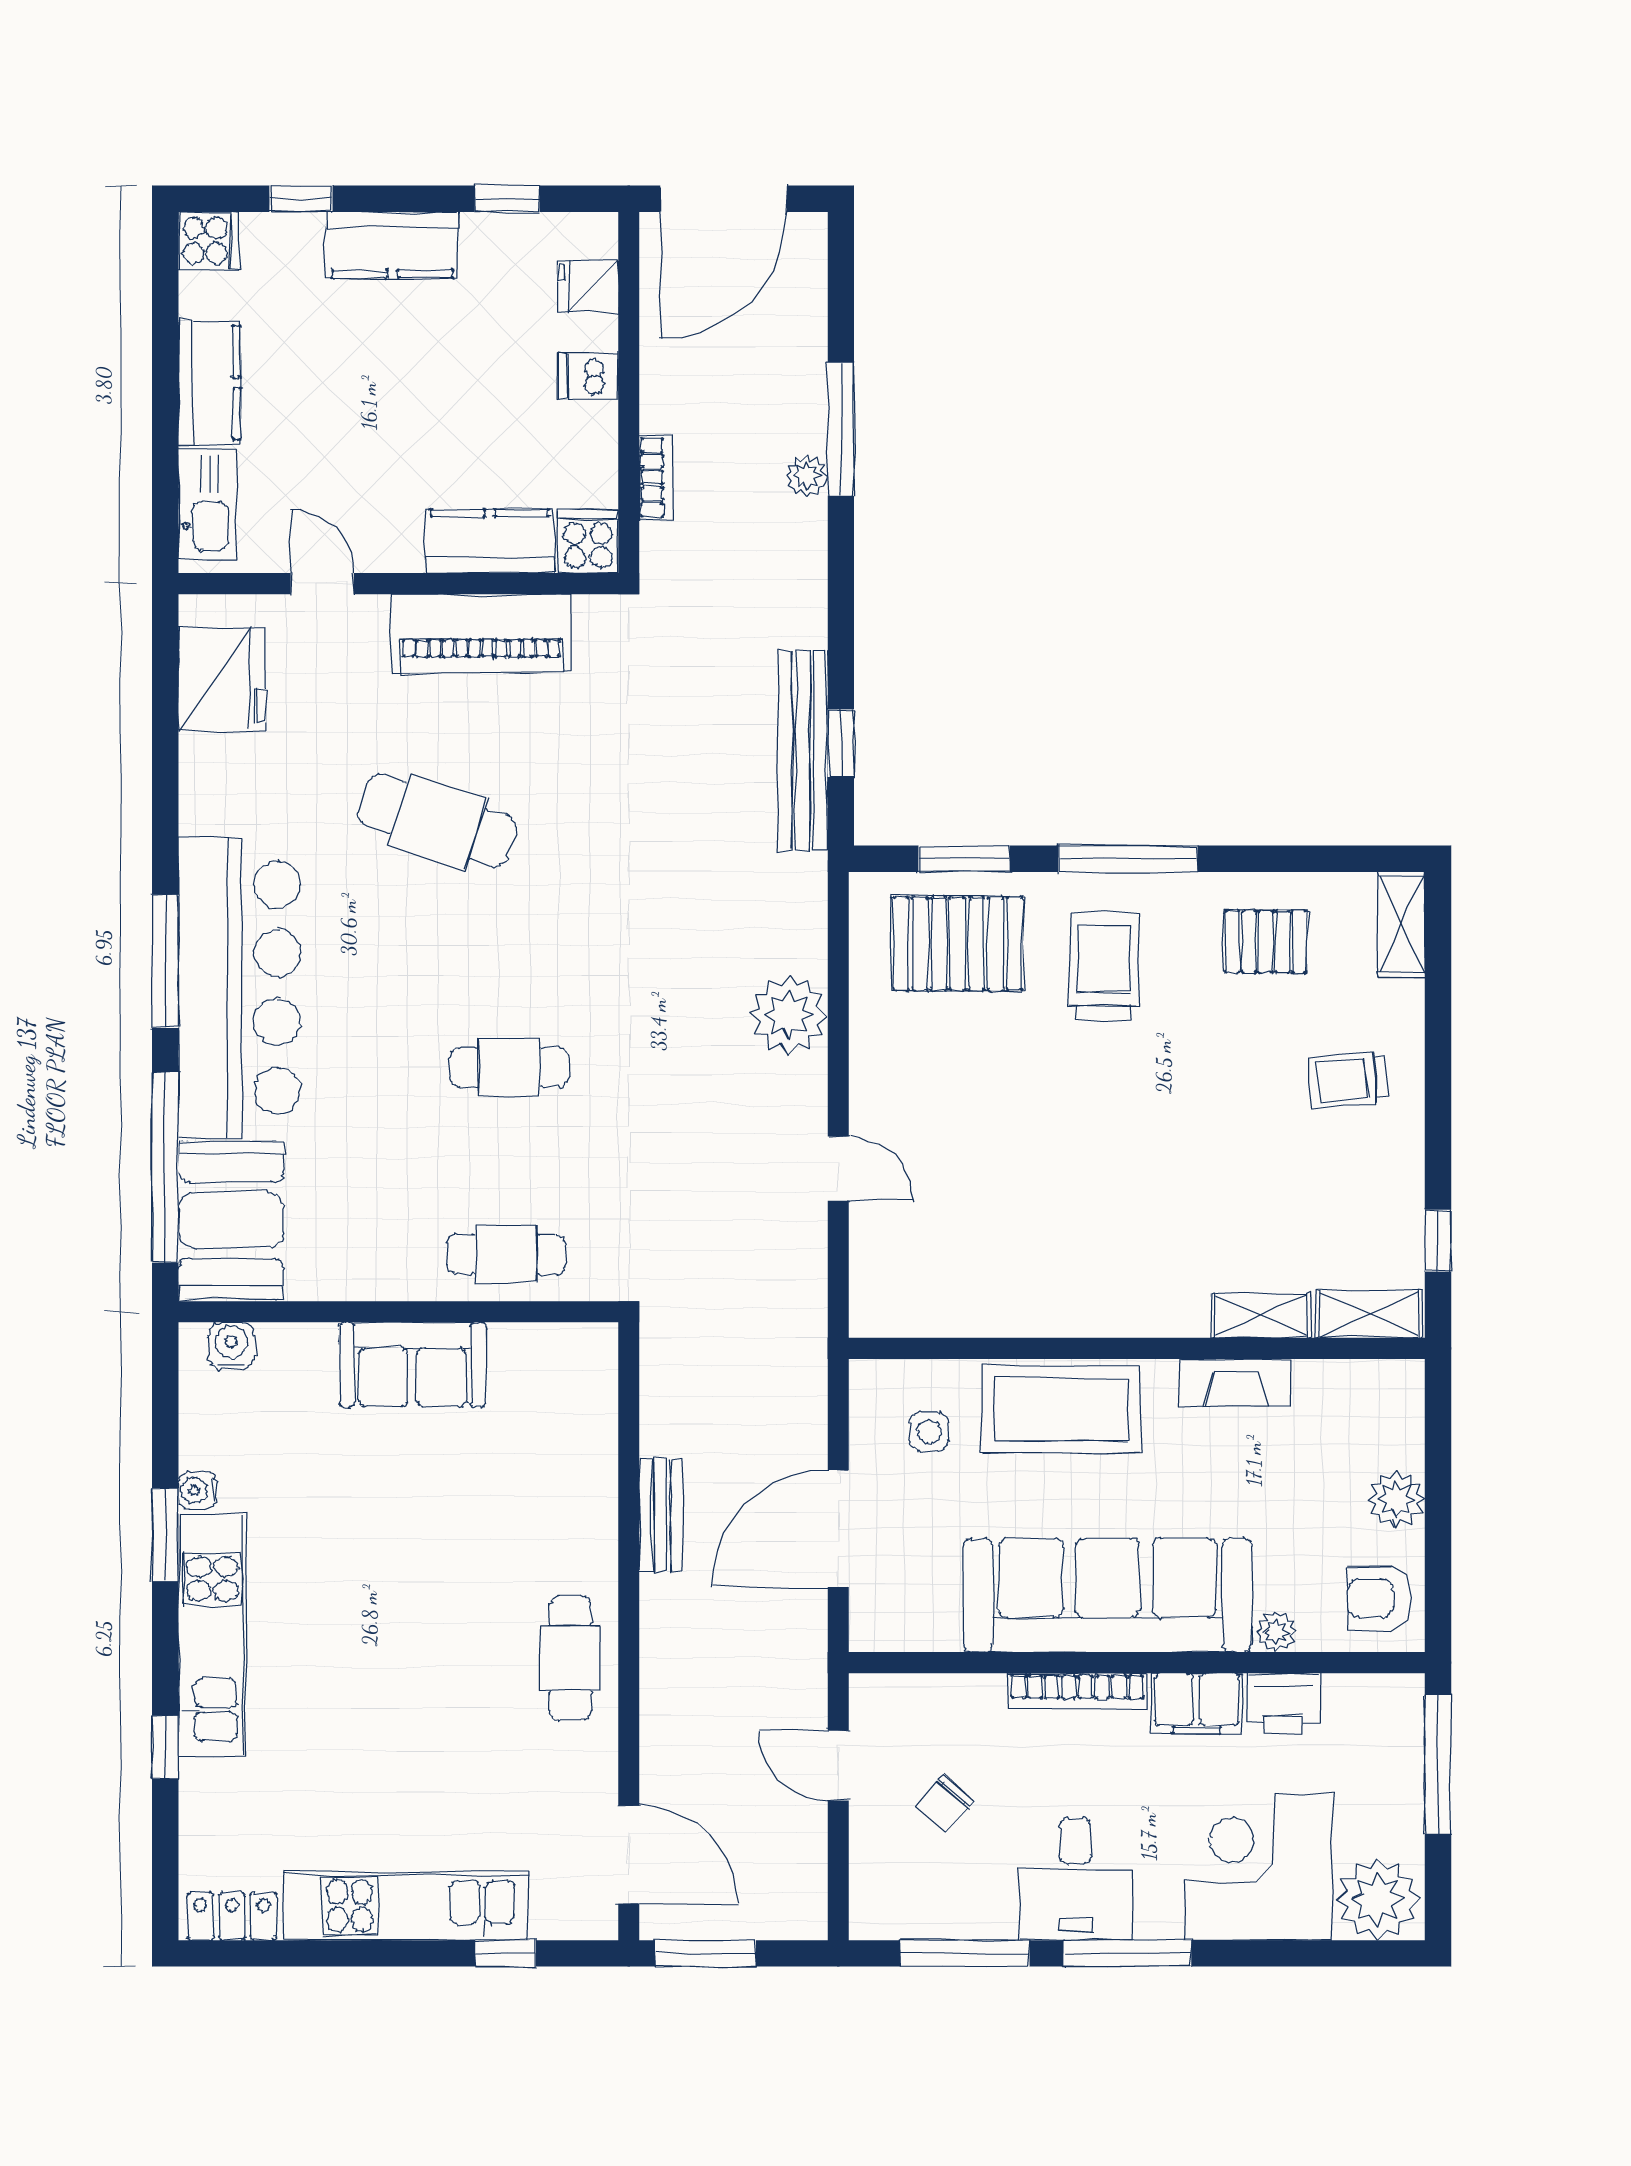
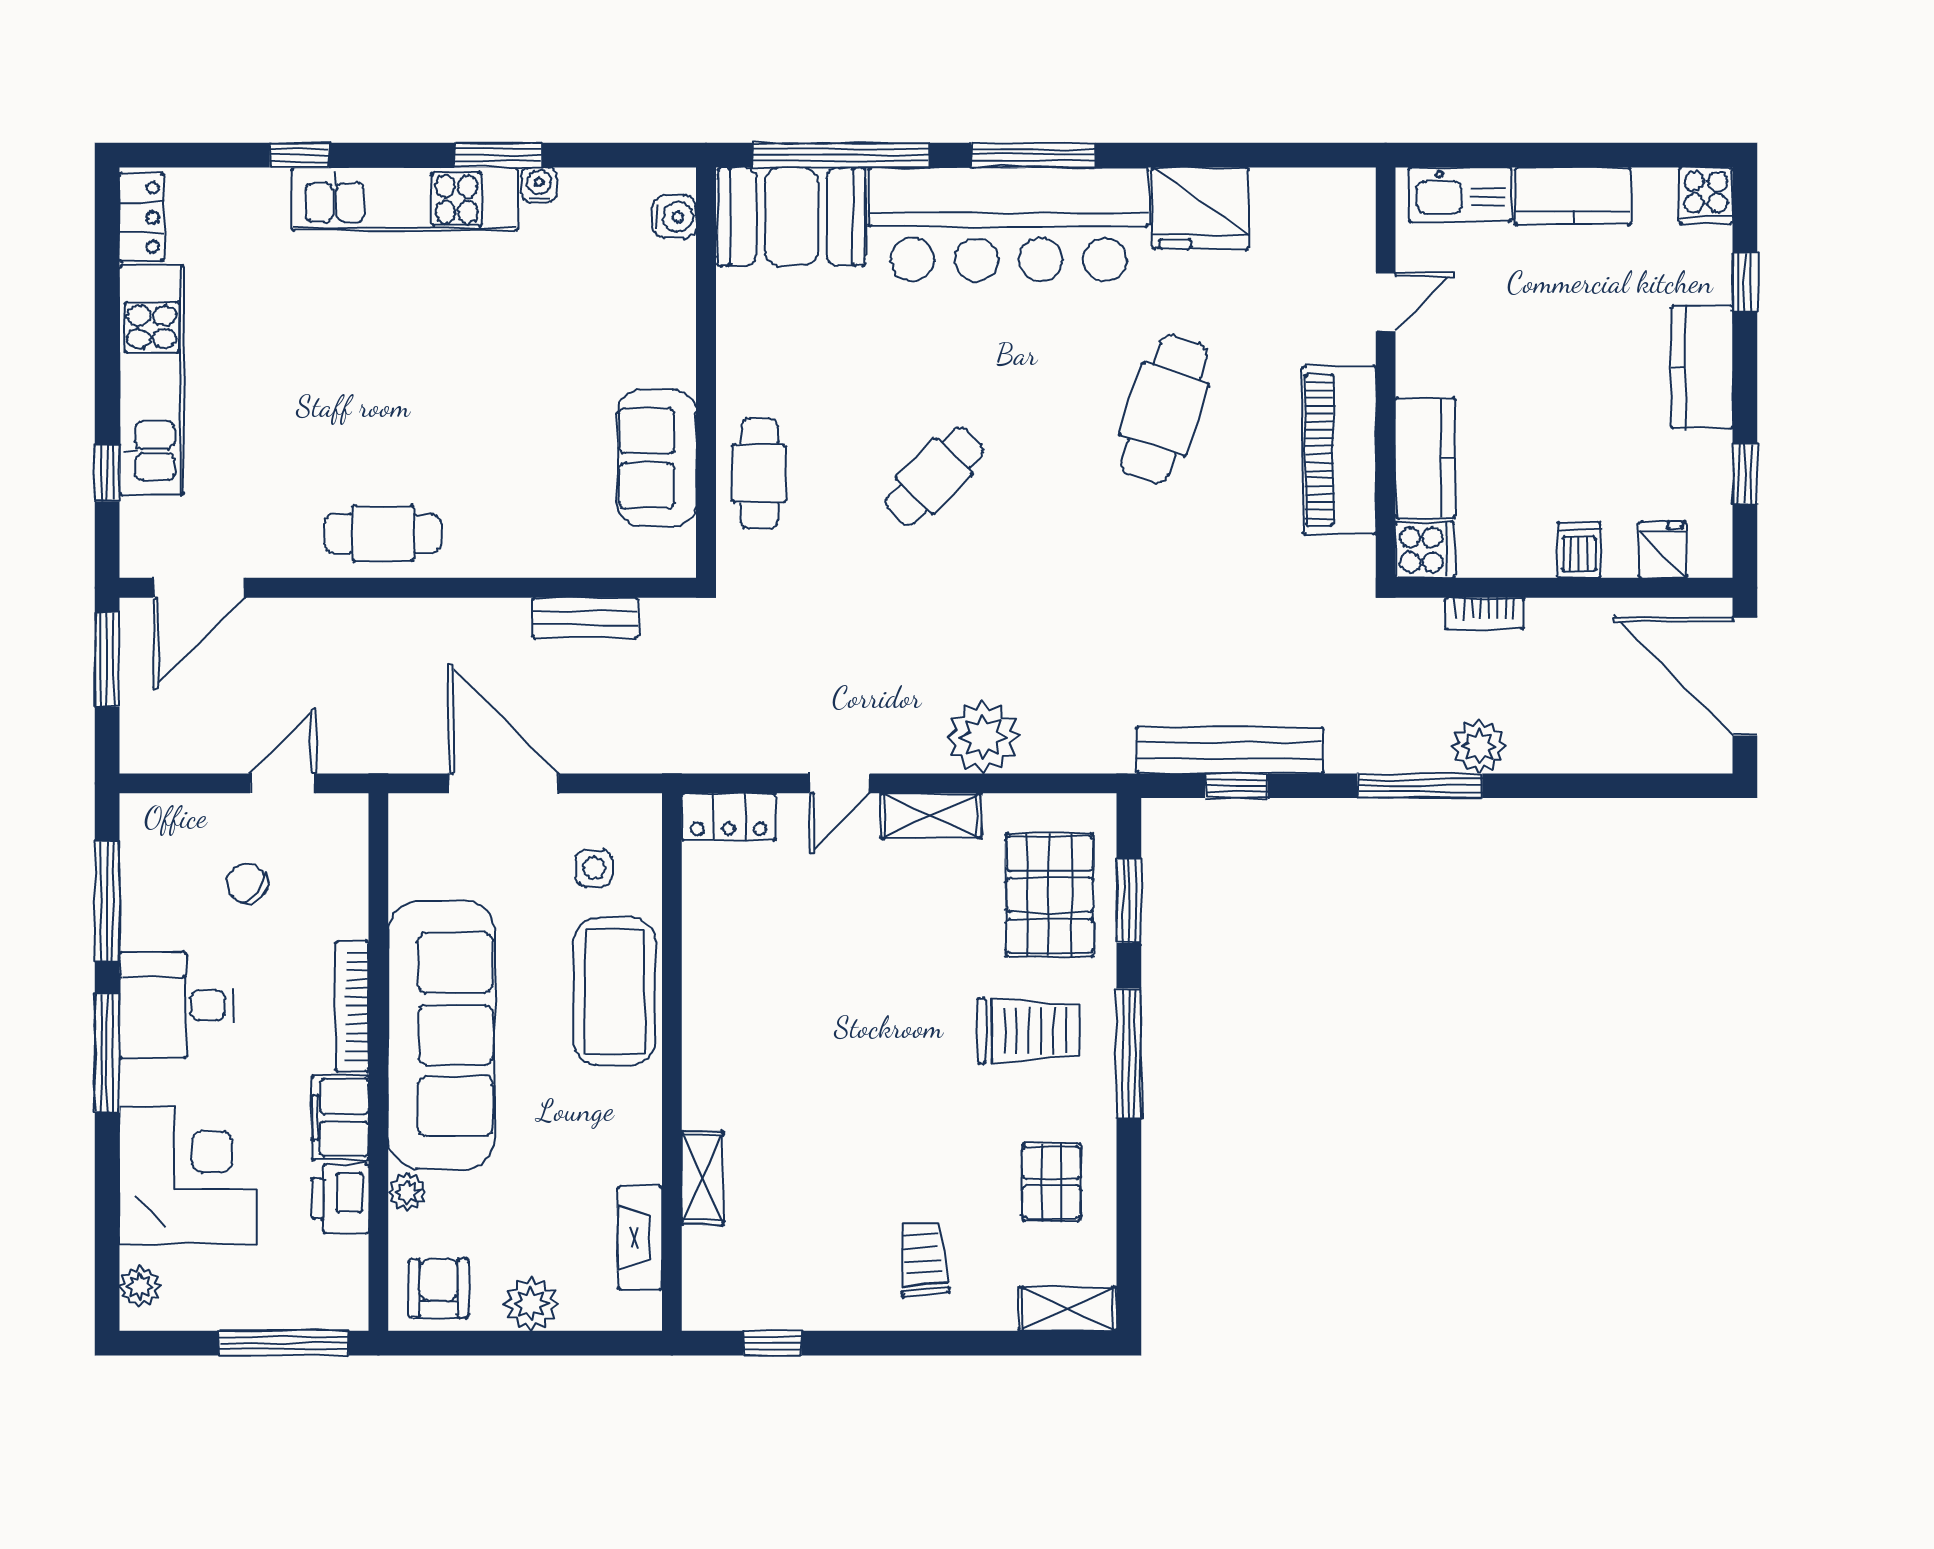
window: (841, 429) -> (1420, 786), moved
plant: (807, 476) -> (1479, 746), width x1.38, depth x1.38
fridge: (222, 679) -> (1200, 208), moved
cafe table: (509, 1067) -> (934, 476), turned 45
locker: (874, 1288) -> (729, 817), added
shelving: (1369, 1314) -> (931, 816), moved, turned 90
sofa: (412, 1365) -> (657, 458), moved
fireplace: (1235, 1383) -> (640, 1238), moved
bench: (661, 1515) -> (585, 618), moved
plant: (1378, 1899) -> (140, 1287), width x0.53, depth x0.53

